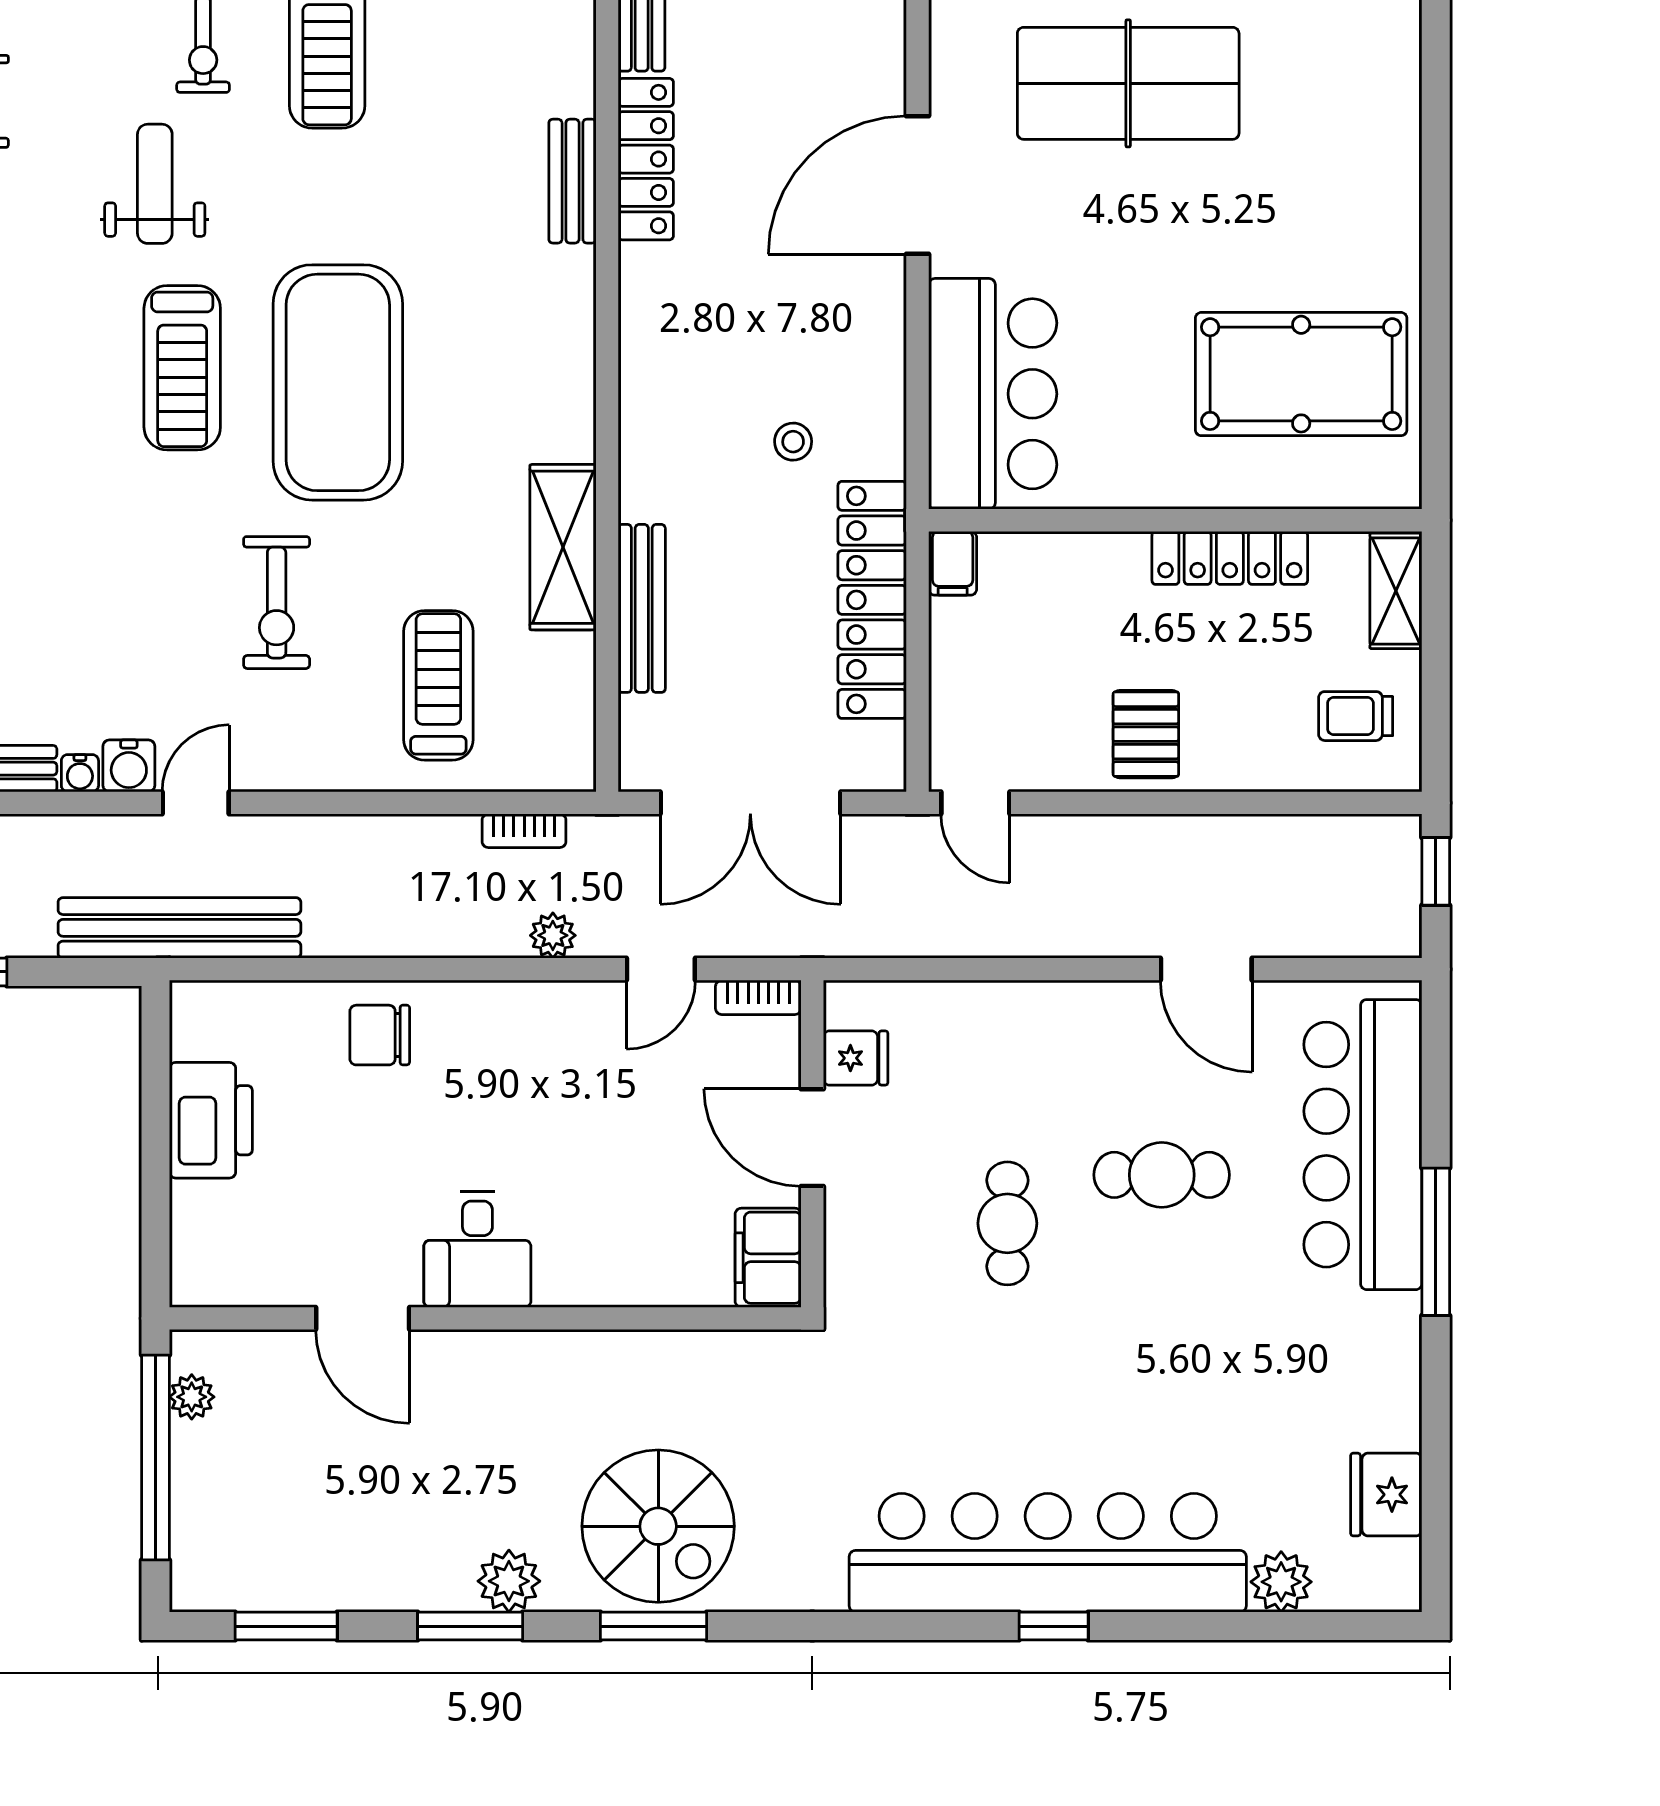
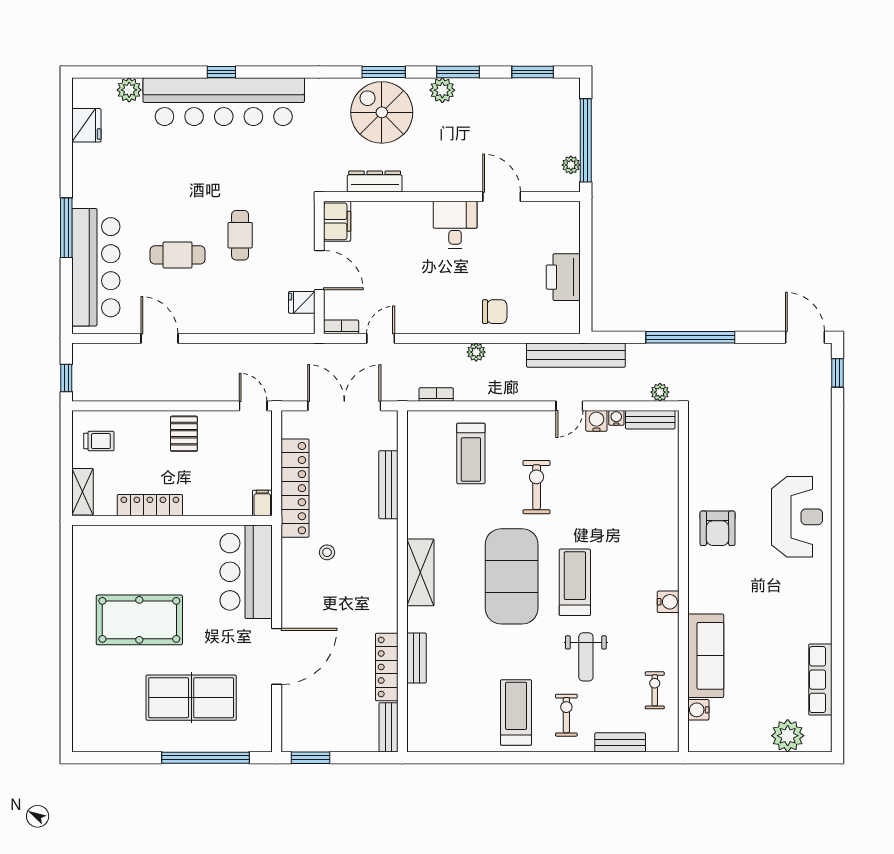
pool table: (1301, 374) -> (139, 620), moved
shelving: (563, 547) -> (420, 572), moved
plant: (553, 935) -> (476, 352), moved
dresser: (676, 1356) -> (375, 182), added

